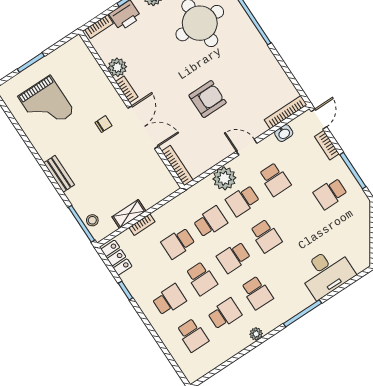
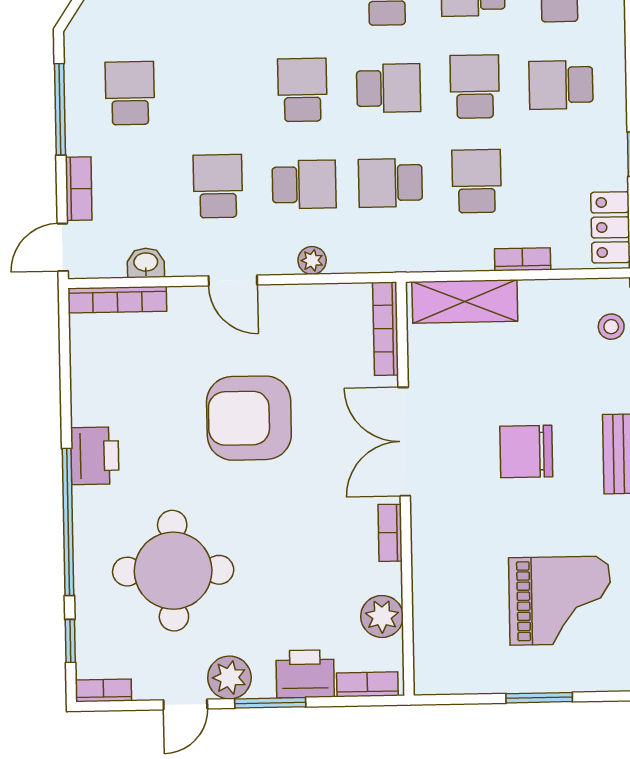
printer: (257, 48) -> (95, 456), added
plant: (117, 67) -> (382, 616), moved
armchair: (208, 99) -> (249, 418), width x1.36, depth x1.36
grand piano: (46, 104) -> (560, 601), turned 90
chair: (103, 124) -> (526, 451), moved, width x1.87, depth x1.87
plant: (224, 178) -> (312, 260), width x0.53, depth x0.53
school desk: (330, 193) -> (130, 93), turned -90
shelving: (129, 214) -> (465, 301), moved, width x1.50, depth x1.33
school desk: (178, 243) -> (477, 181), turned -90

